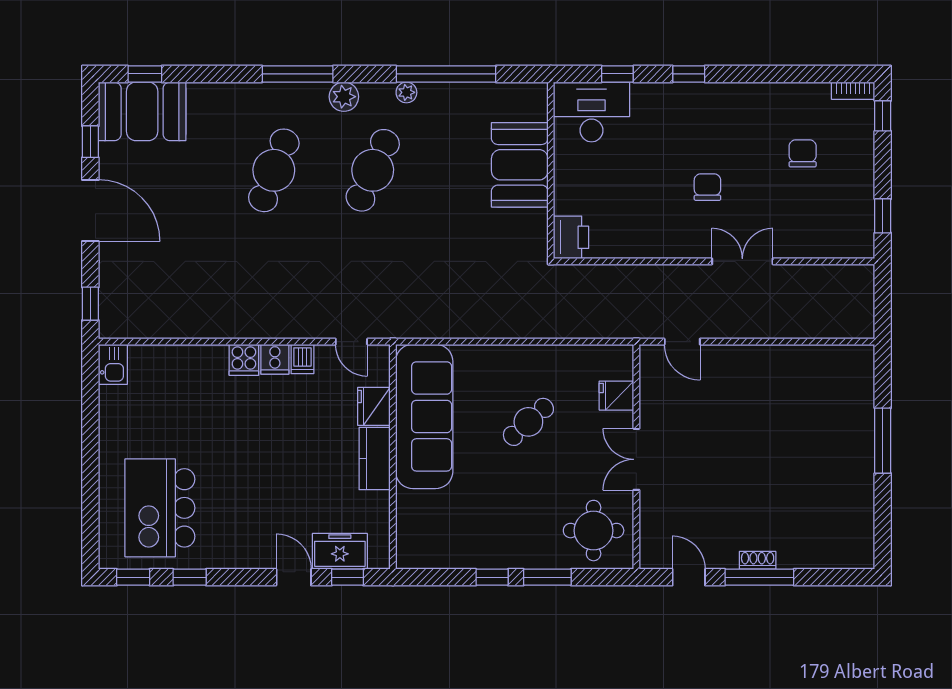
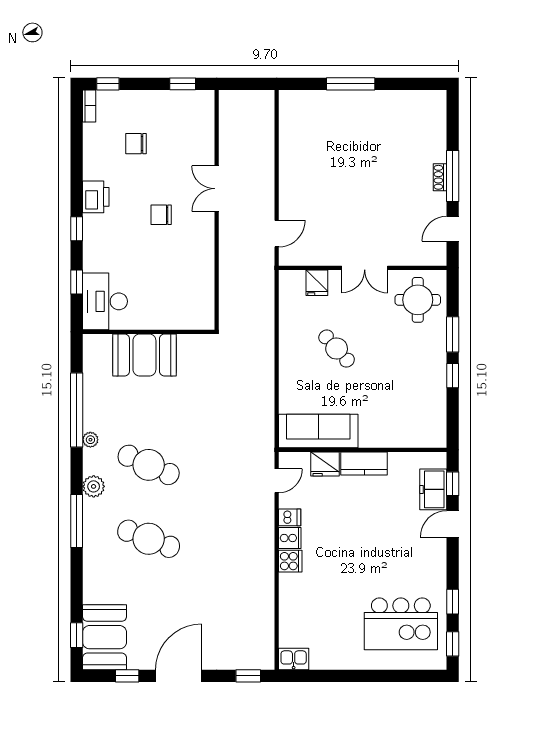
printer: (571, 237) -> (96, 197), moved, turned 90
sofa: (424, 416) -> (318, 431), width x0.74, depth x0.79

